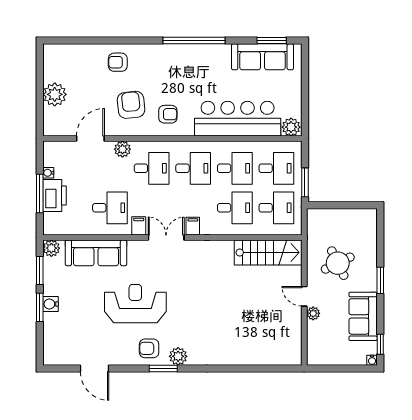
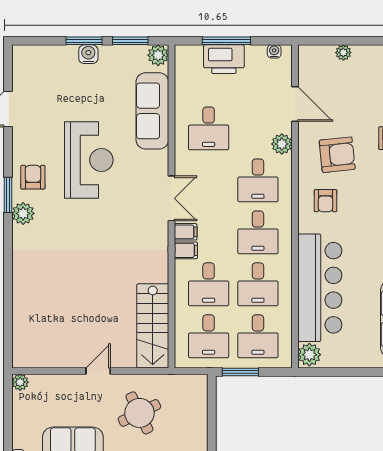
plant: (55, 94) -> (343, 53), width x0.53, depth x0.53
water cooler: (48, 173) -> (274, 51), moved
filing cabinet: (139, 226) -> (186, 250), moved
plant: (313, 313) -> (20, 382), moved

